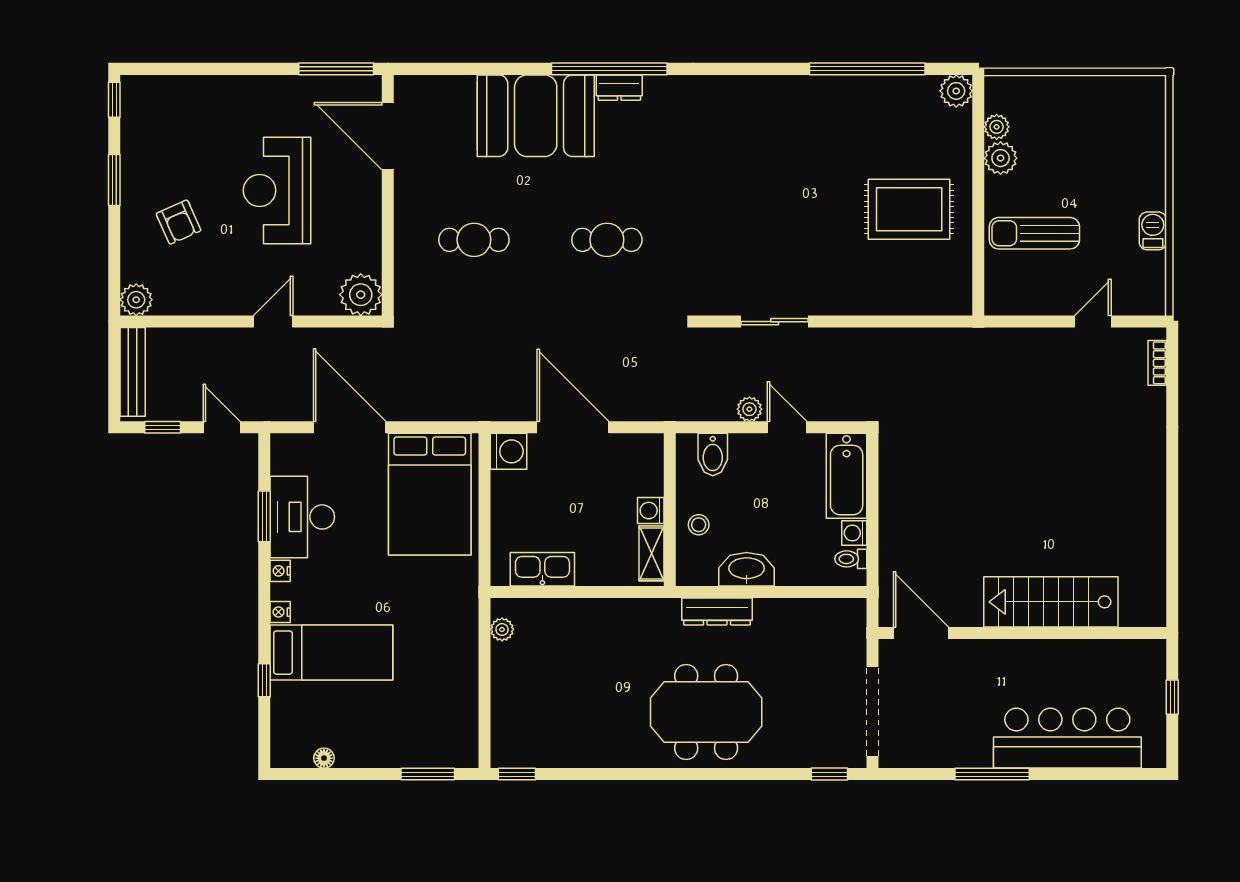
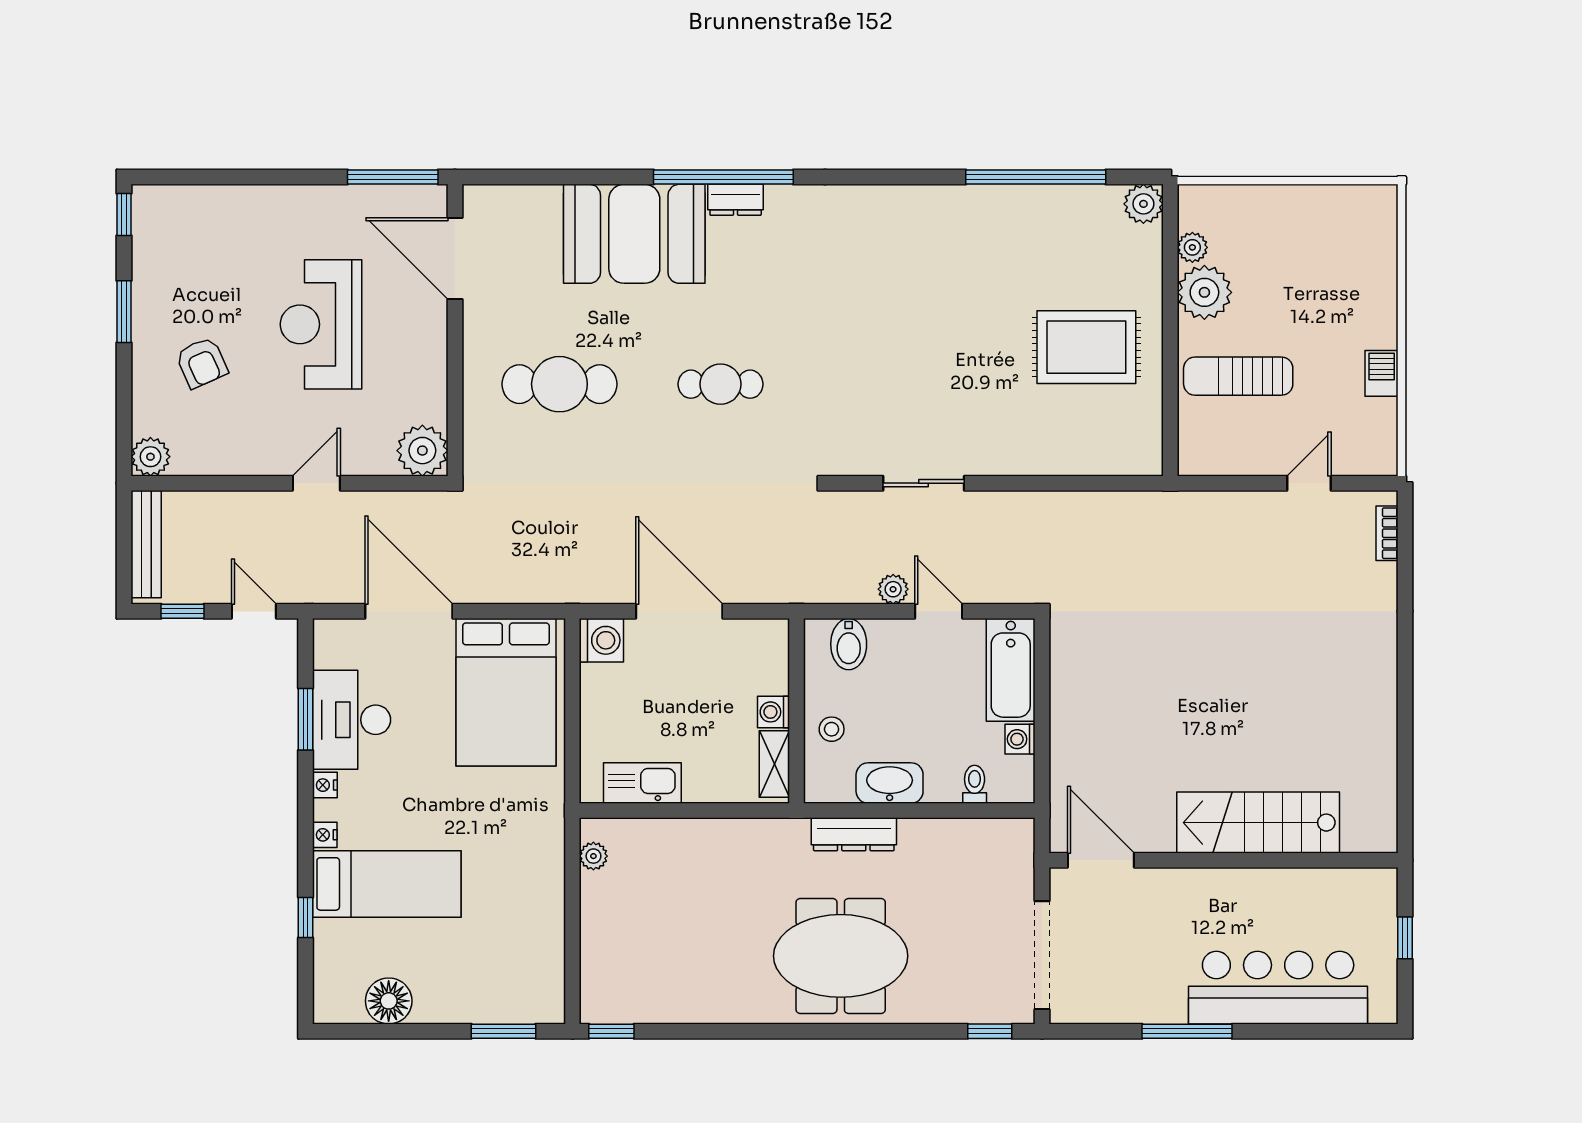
plant: (1001, 158) -> (1204, 292), width x1.36, depth x1.36
cafe table: (474, 240) -> (559, 384), width x1.37, depth x1.35
toilet: (851, 559) -> (975, 784), moved, turned 90
floor lamp: (324, 758) -> (389, 1001), width x1.89, depth x1.89

